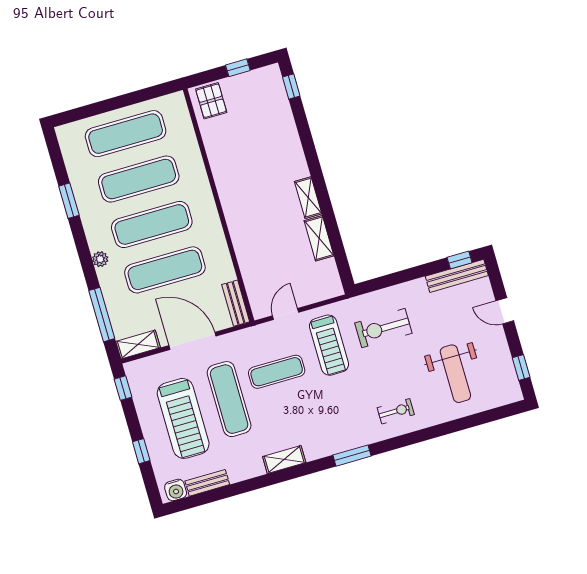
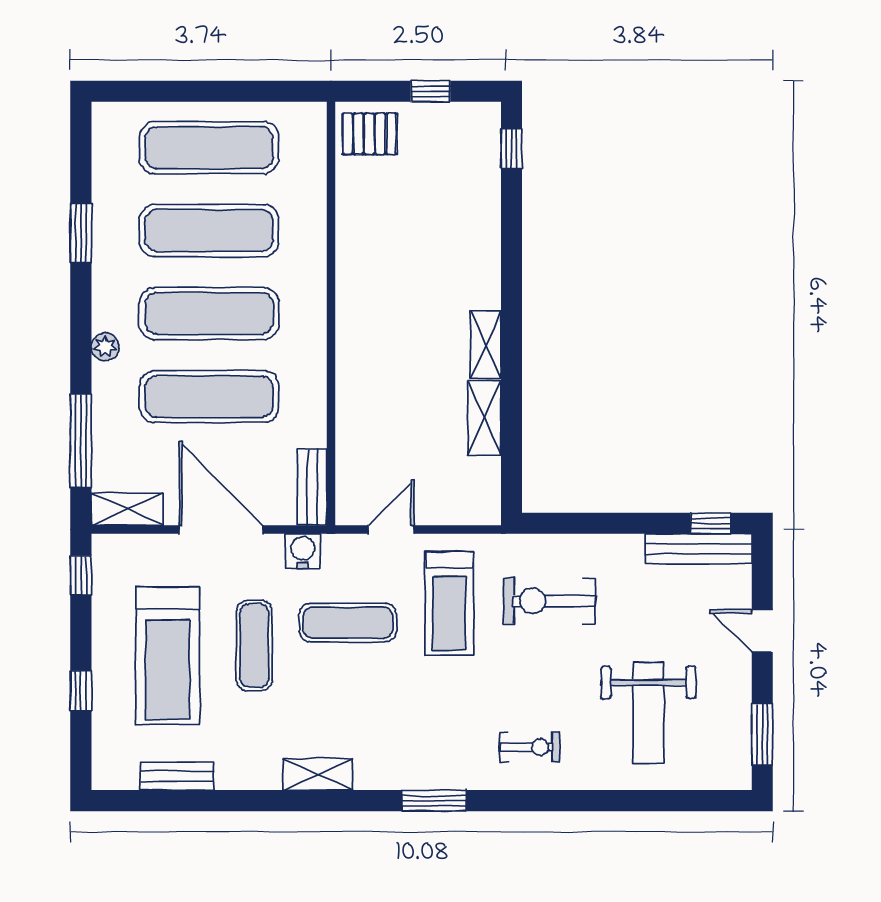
pallet: (211, 101) -> (369, 134), turned 90
window: (521, 368) -> (762, 735), width x1.50
exercise mat: (229, 399) -> (254, 646), width x0.73, depth x0.69
water cooler: (176, 490) -> (303, 551), moved, turned 180

